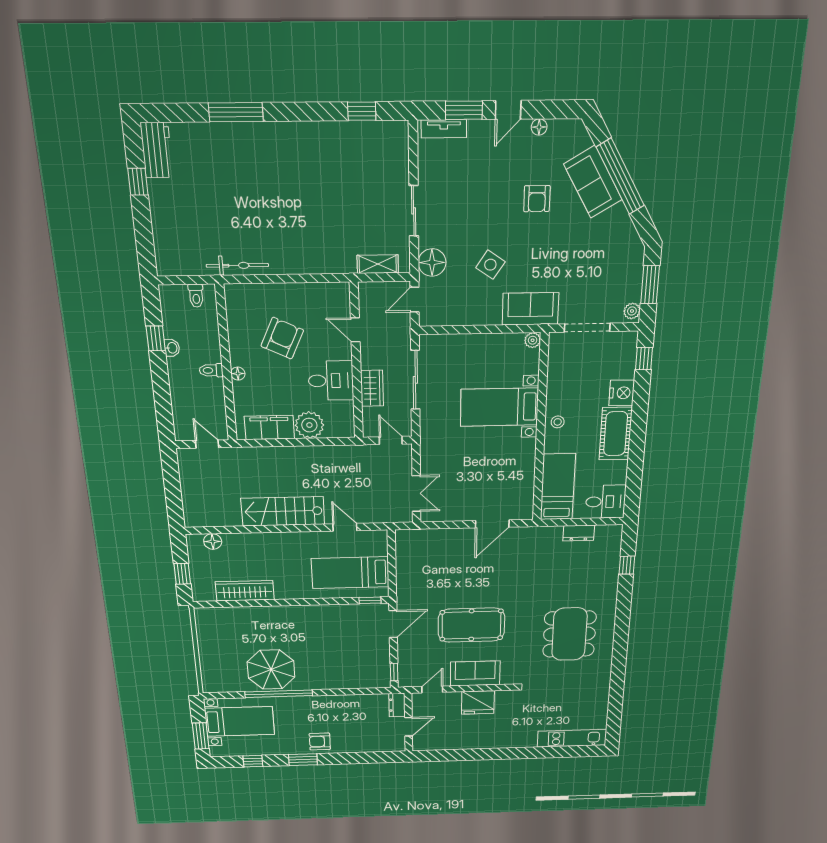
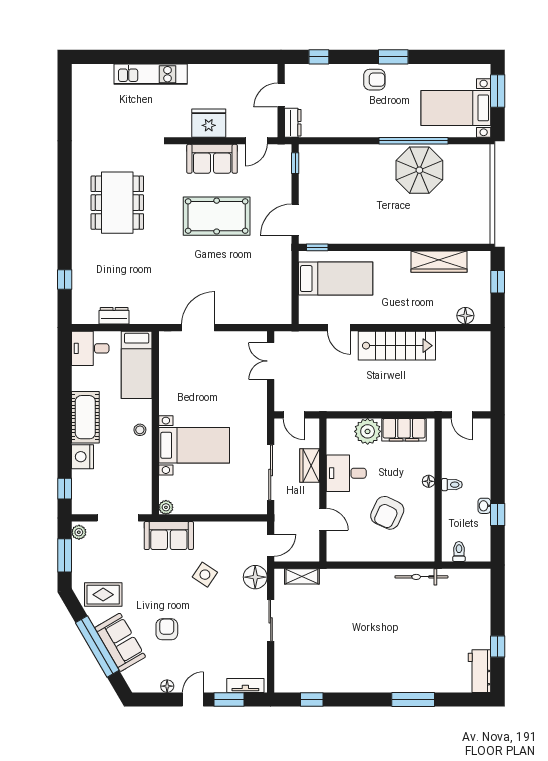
rug: (609, 240) -> (103, 595), added
kitchen unit: (572, 738) -> (151, 74), moved
window: (253, 761) -> (319, 57), moved

